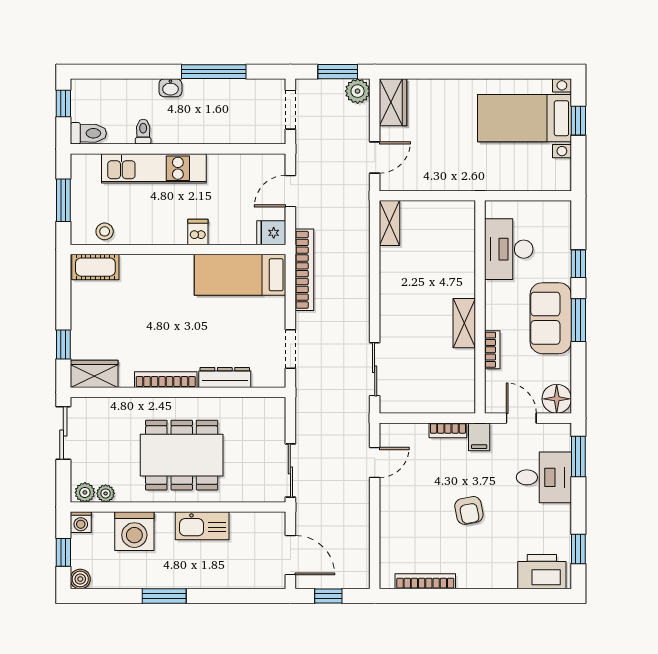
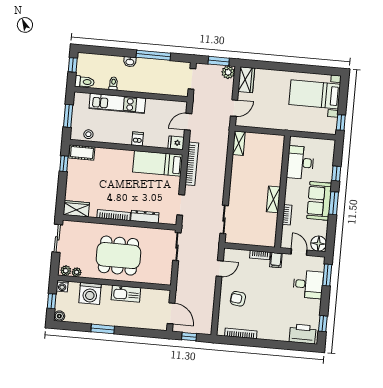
window: (578, 121) -> (341, 123), moved
window: (63, 345) -> (64, 164), moved
sliding door: (290, 470) -> (177, 247), moved
armchair: (469, 510) -> (238, 299), moved, turned 108

